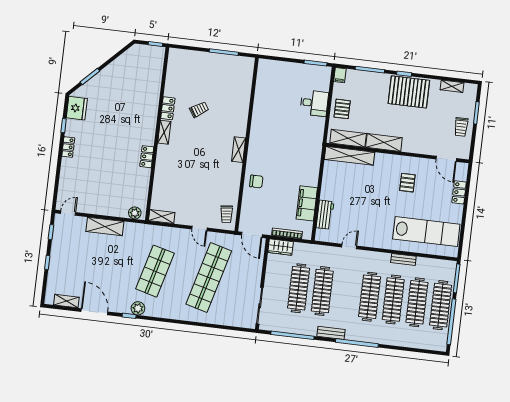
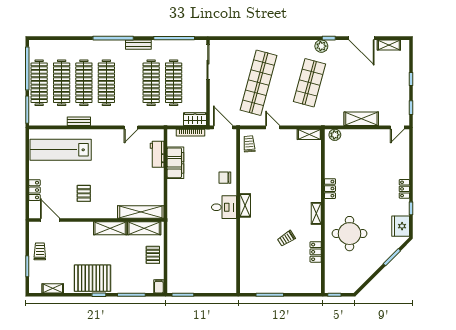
desk: (314, 103) -> (224, 207), moved, turned 180
round table: (132, 107) -> (350, 234), added
locker: (168, 108) -> (316, 252), moved

